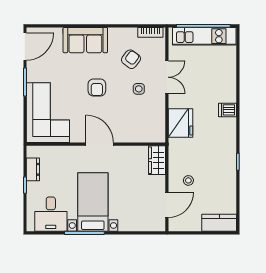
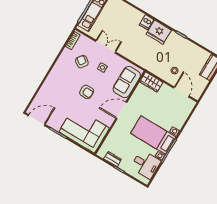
sofa: (85, 40) -> (127, 82), moved, turned 180
door: (25, 47) -> (37, 120), hinge flipped
fridge: (181, 123) -> (159, 32), moved, turned 180

